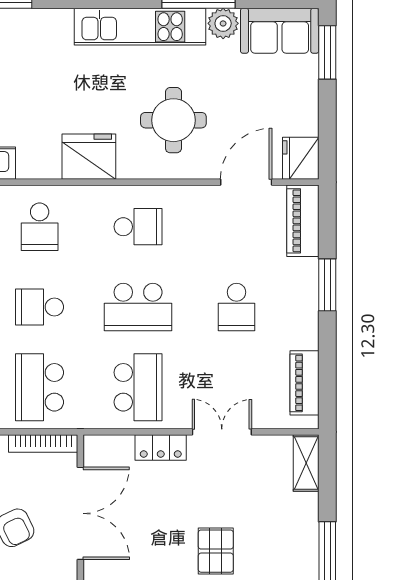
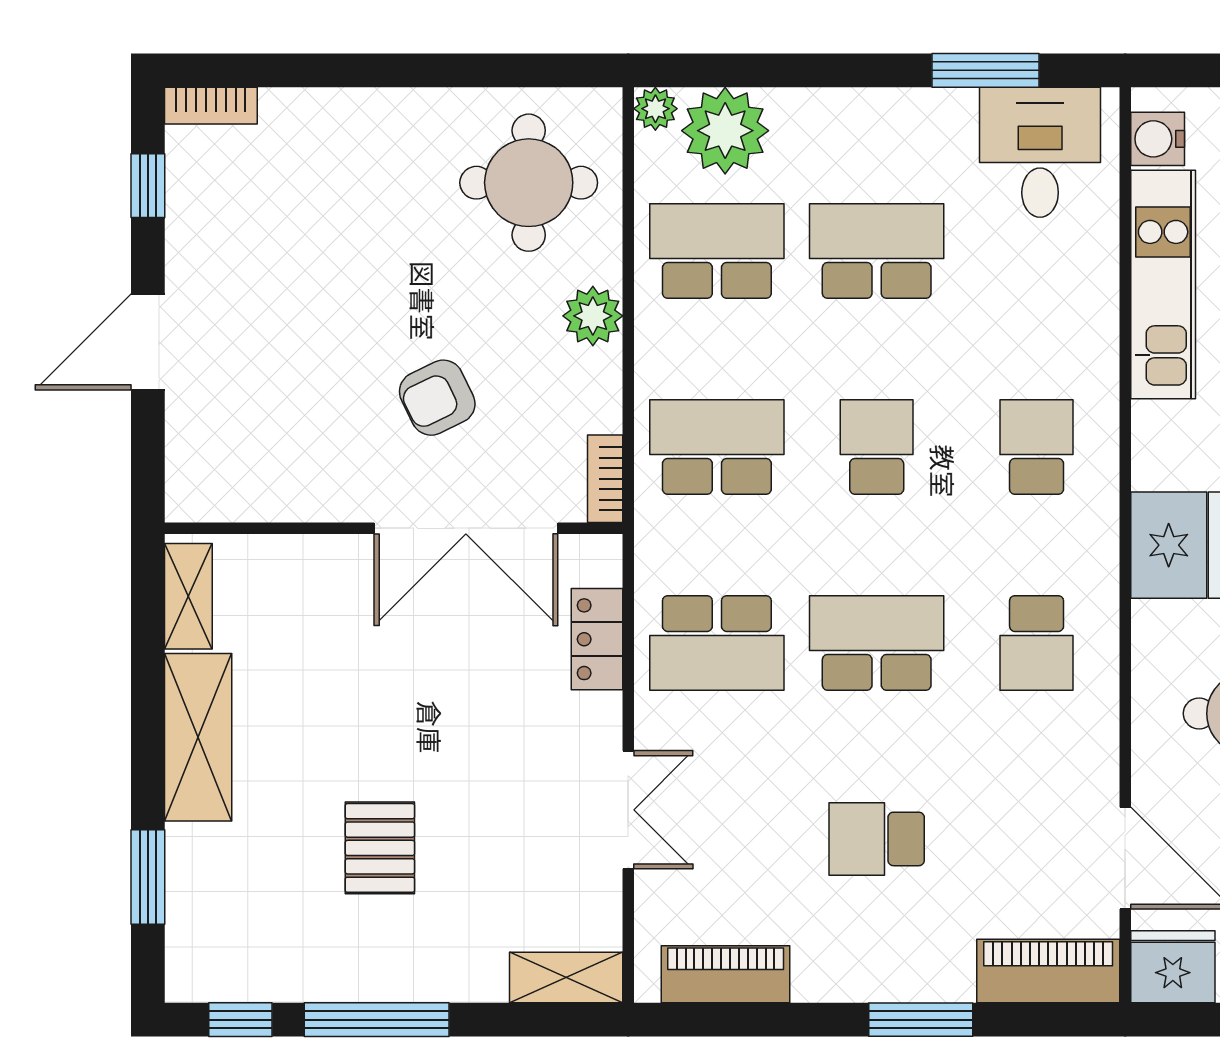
school desk: (40, 227) -> (1037, 447), turned 90
school desk: (138, 307) -> (877, 643), turned 90
bookcase: (43, 443) -> (605, 479), width x0.64
locker: (161, 448) -> (597, 639), moved
pallet: (216, 551) -> (380, 848), moved, turned 90

